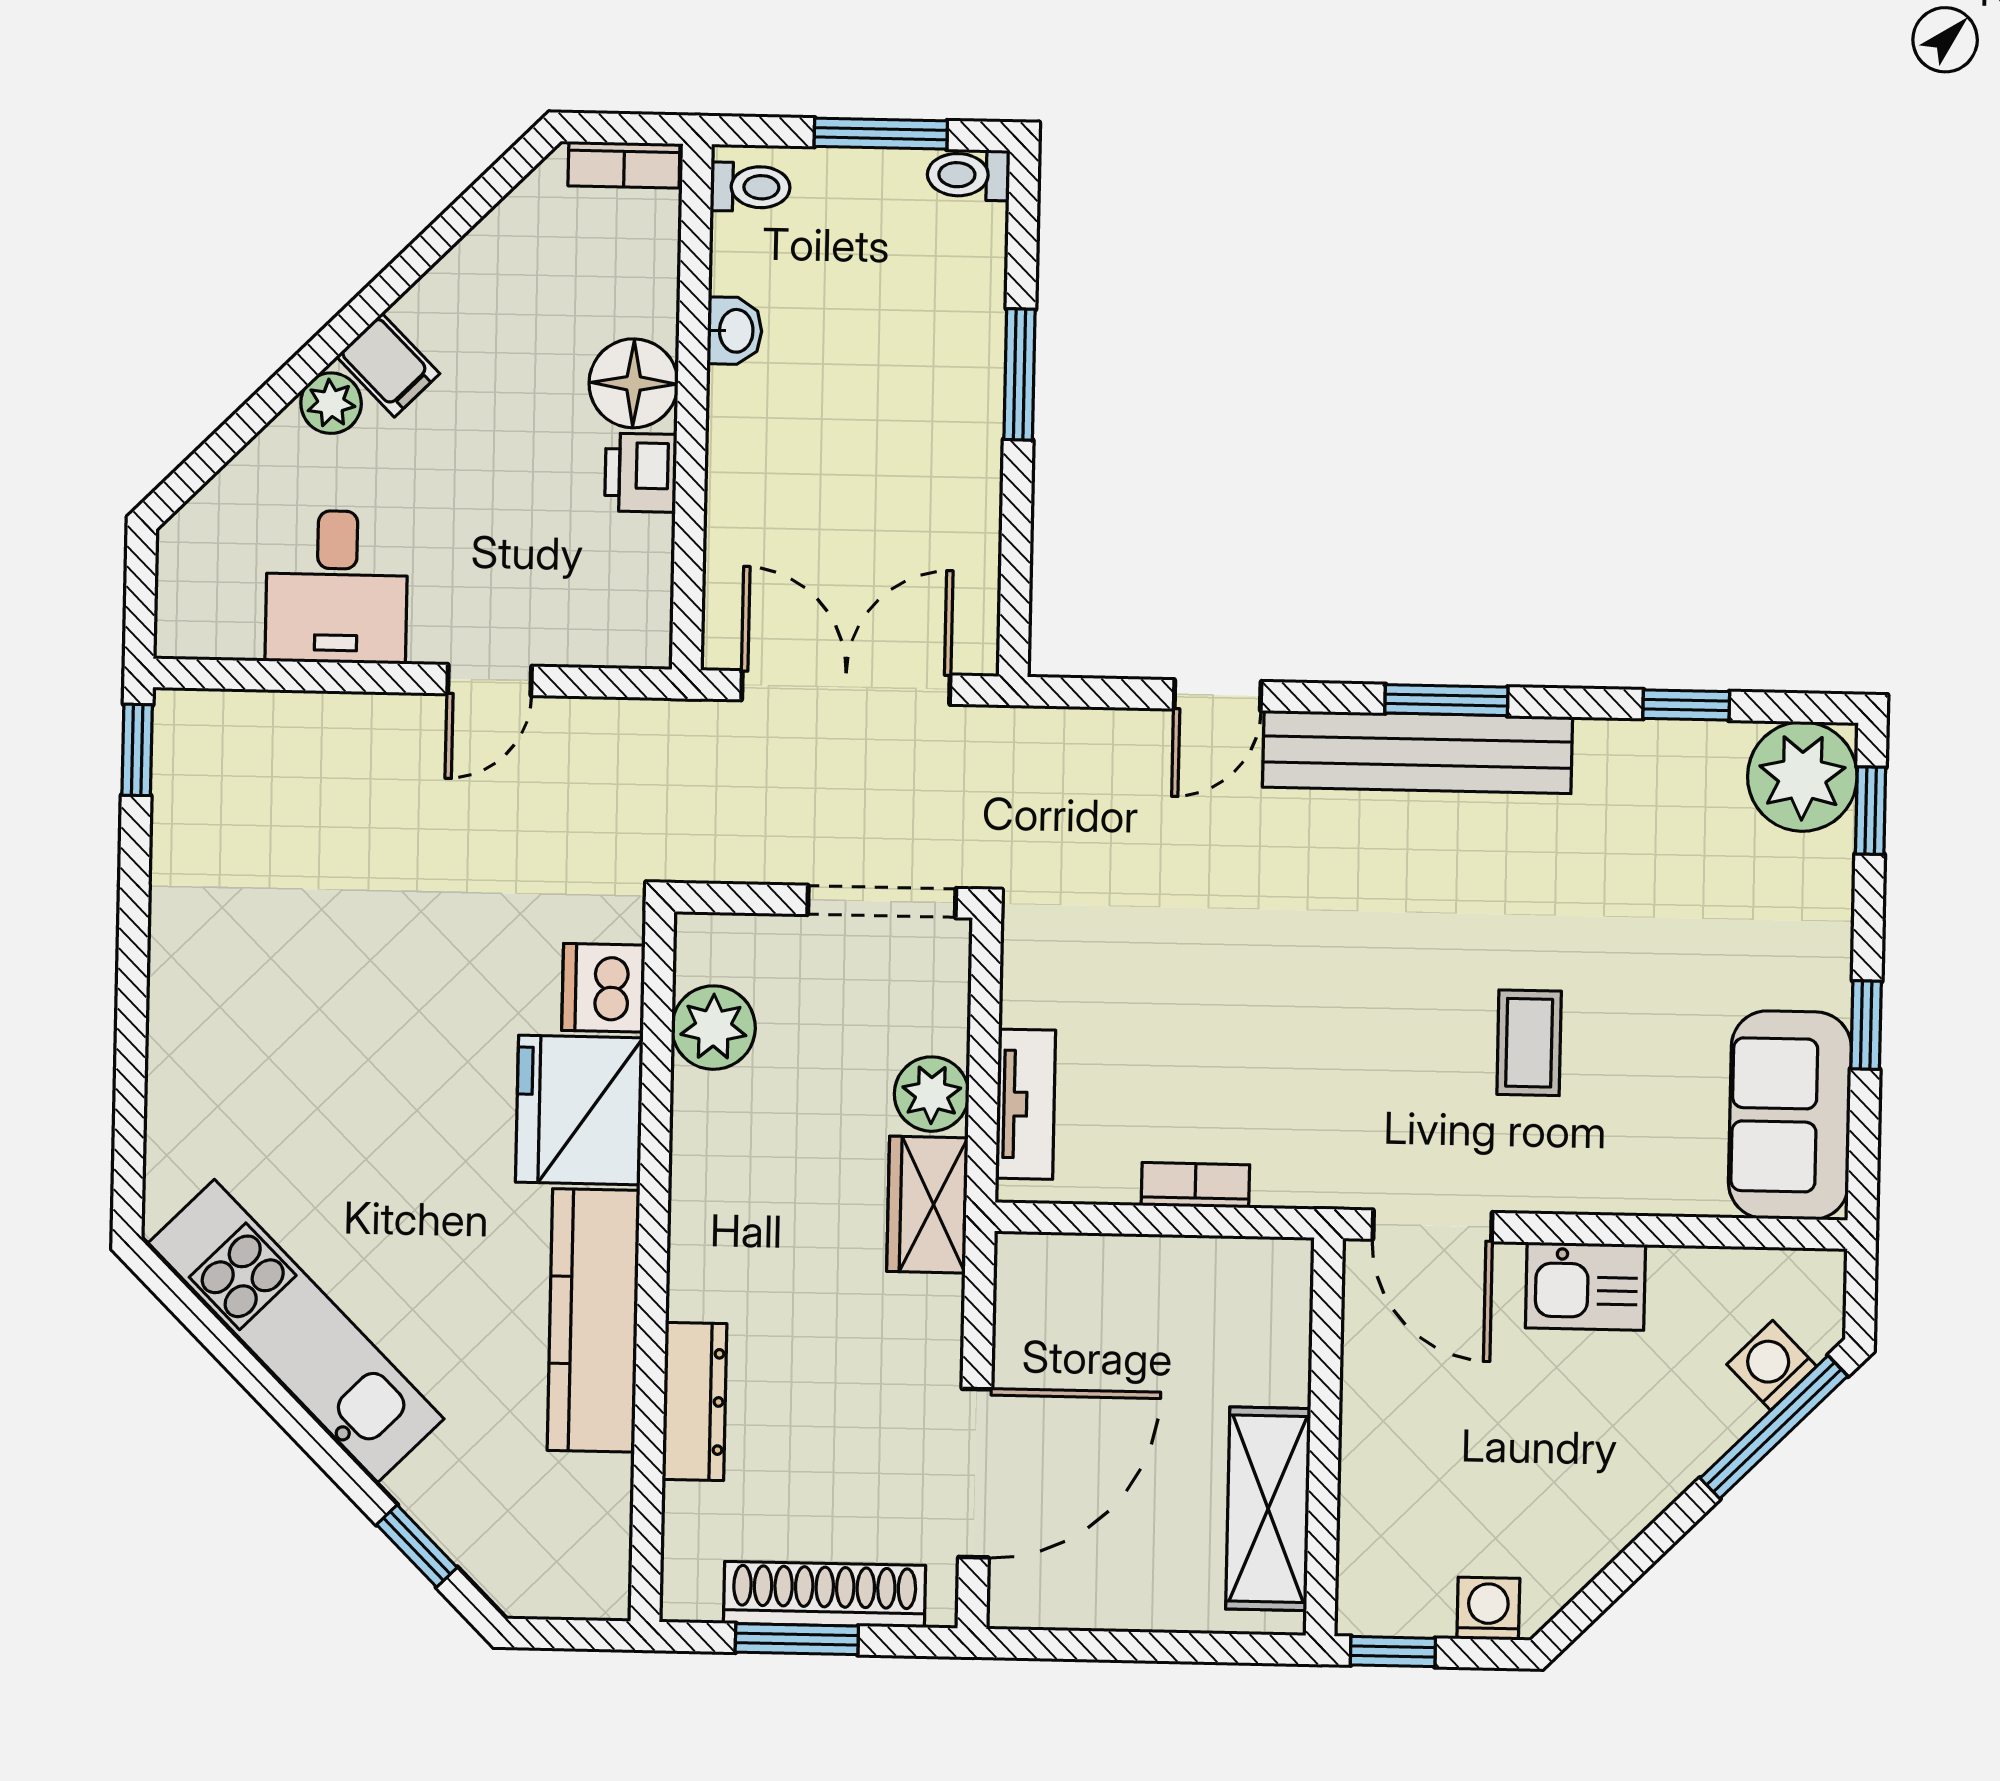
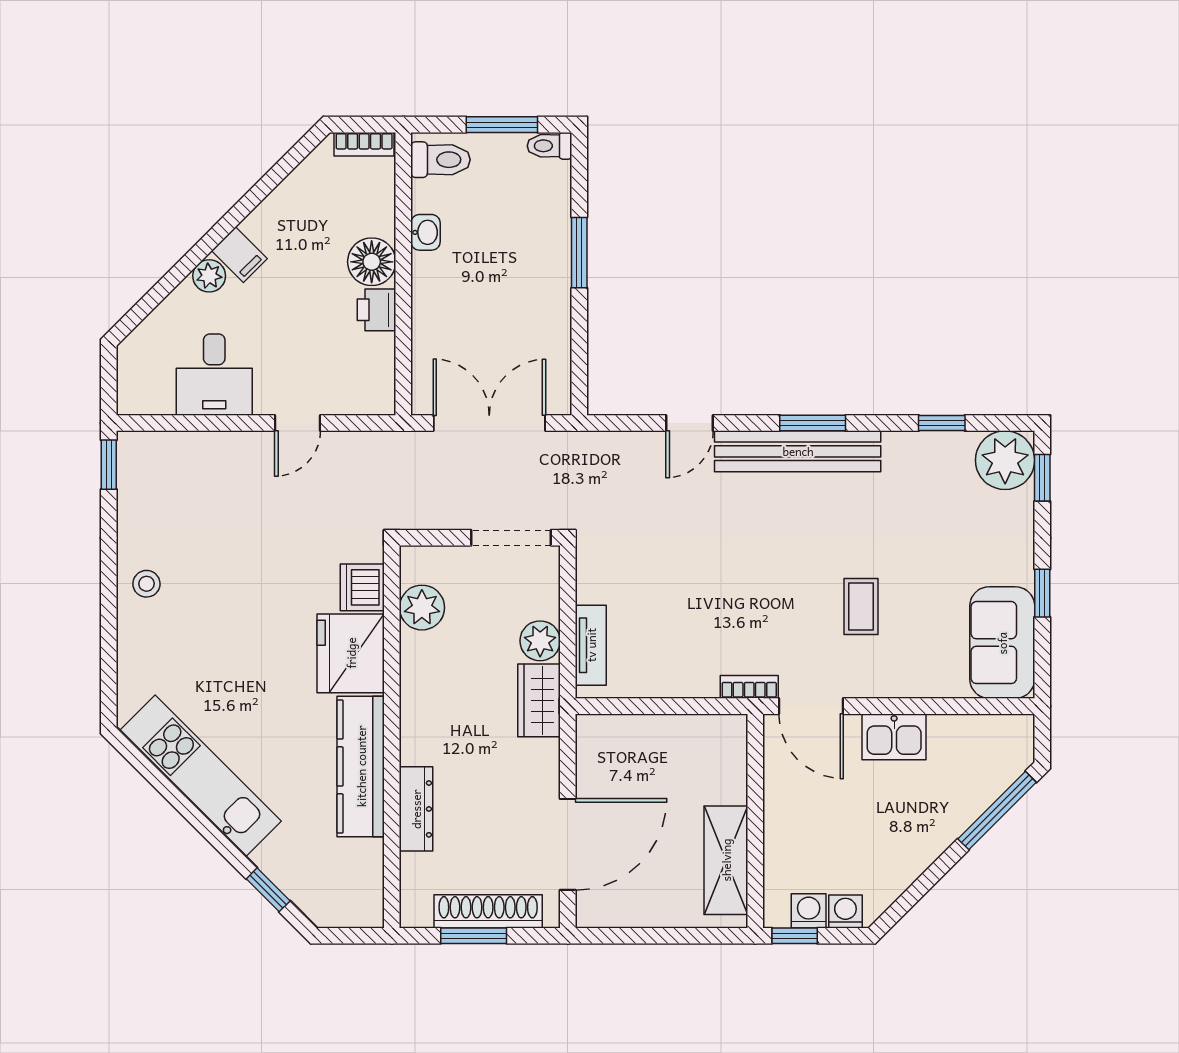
toilet: (750, 187) -> (441, 160), width x1.37, depth x1.39
stool: (203, 973) -> (146, 584), added
bookcase: (1195, 1185) -> (749, 687), moved
washing machine: (1772, 1365) -> (809, 911), moved, turned 45

